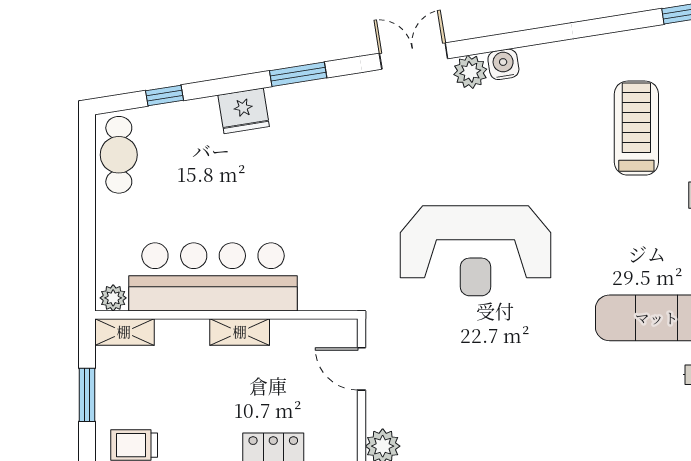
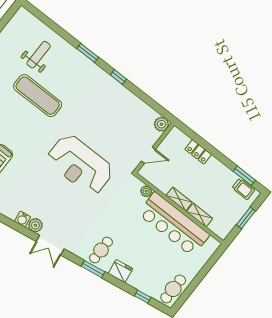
cafe table: (311, 122) -> (101, 250), added
reception desk: (476, 251) -> (80, 165), turned 180
plant: (113, 298) -> (146, 191), moved
shelving: (124, 332) -> (200, 215), moved
door: (361, 369) -> (148, 155), hinge flipped

